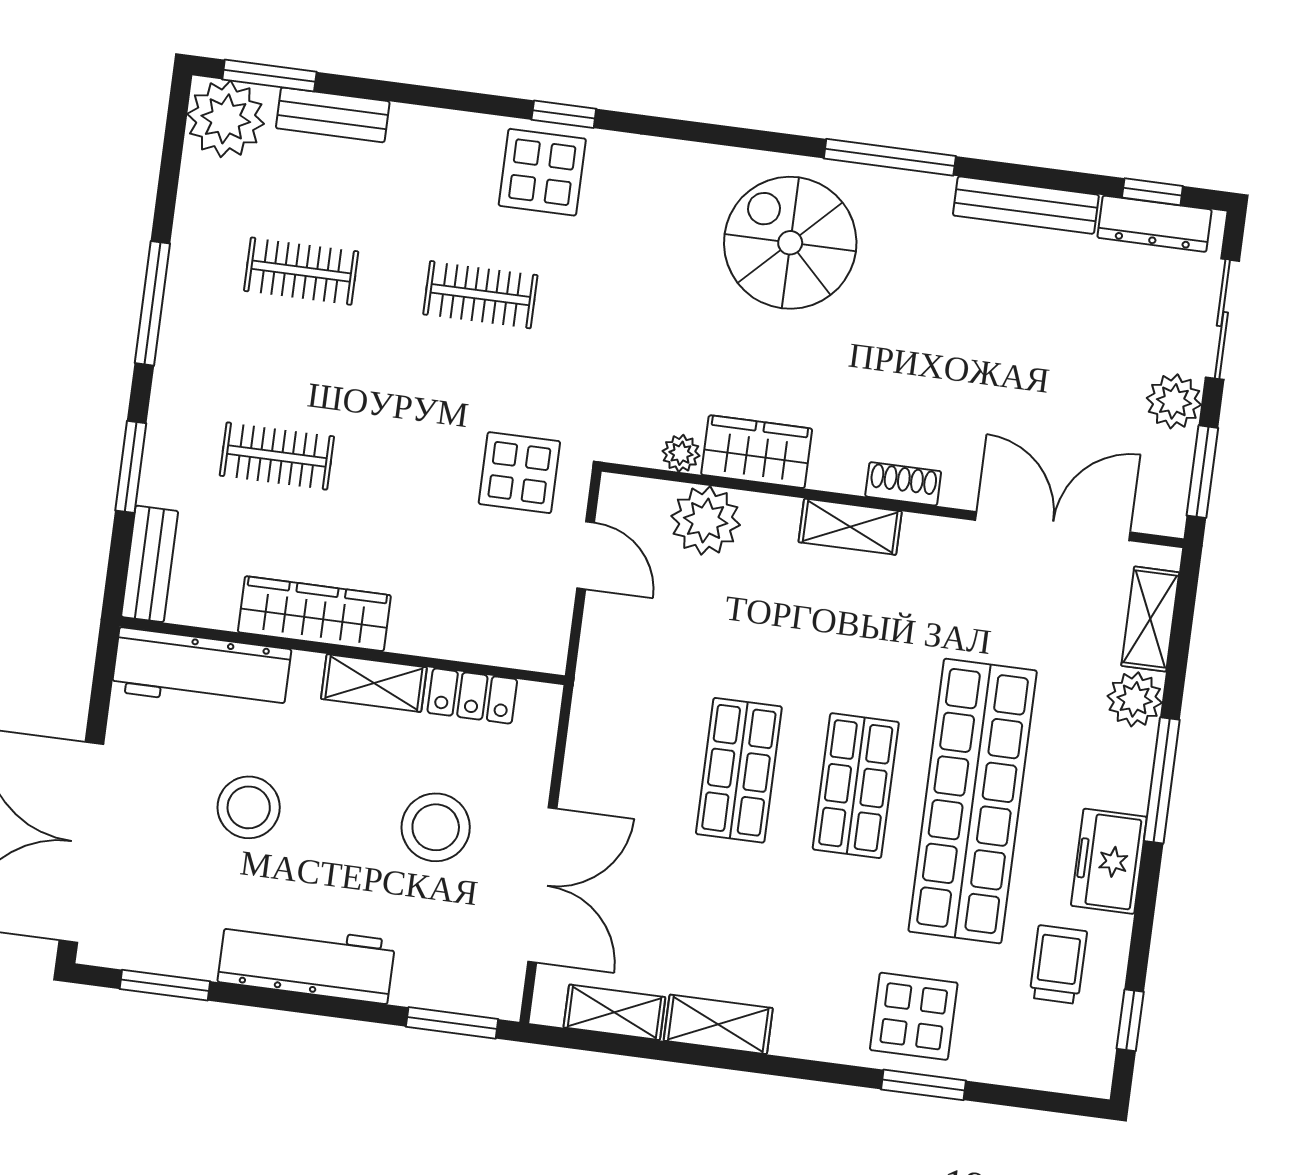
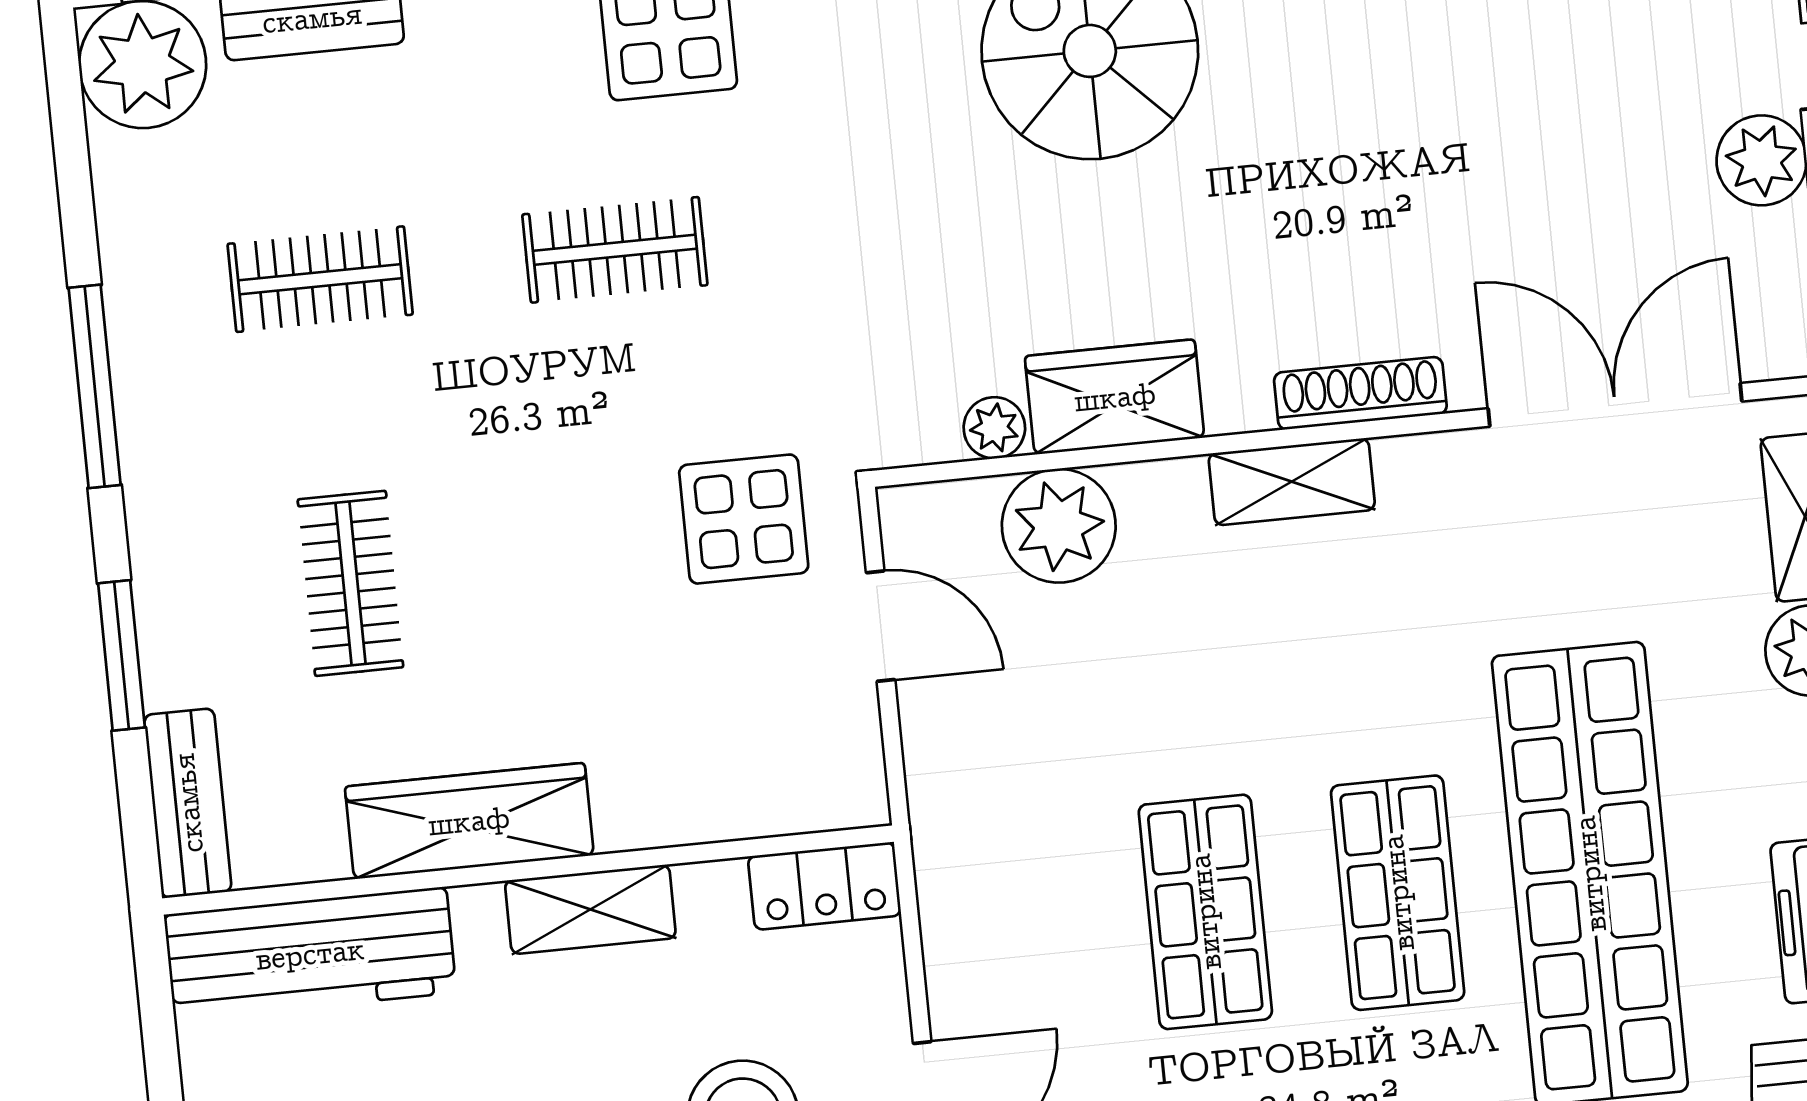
clothes rail: (277, 456) -> (350, 583), turned 90
shoe rack: (903, 484) -> (1360, 393), width x1.43
locker: (472, 696) -> (824, 886), moved

